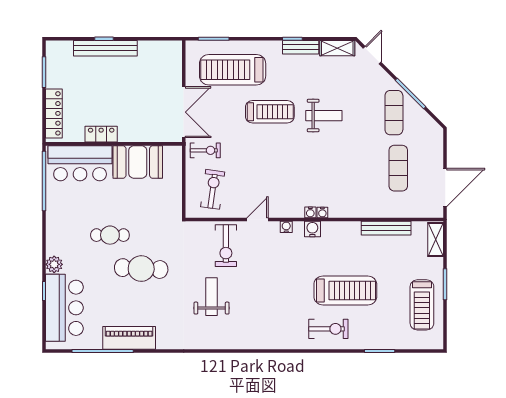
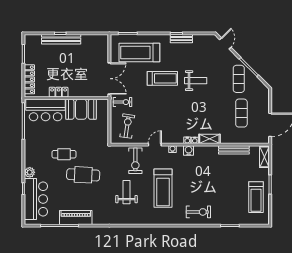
shelving: (337, 48) -> (209, 139), moved
treadmill: (345, 290) -> (163, 188), moved, turned 90

